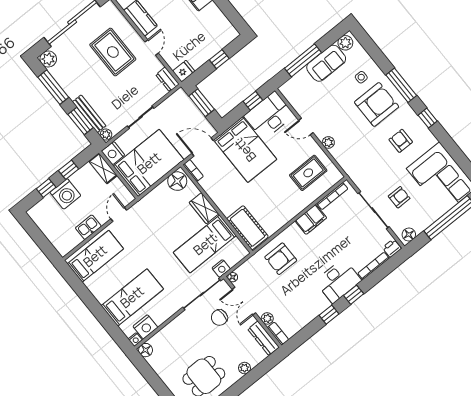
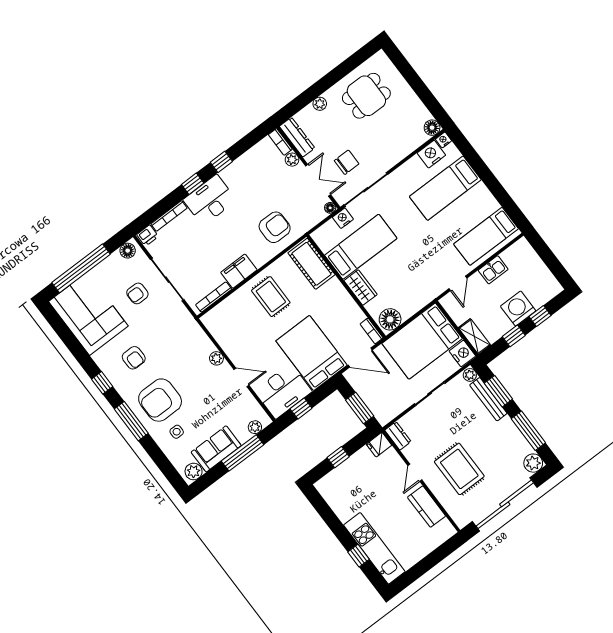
plant: (293, 83) -> (255, 427), added
rug: (308, 173) -> (271, 297), moved, turned 90

